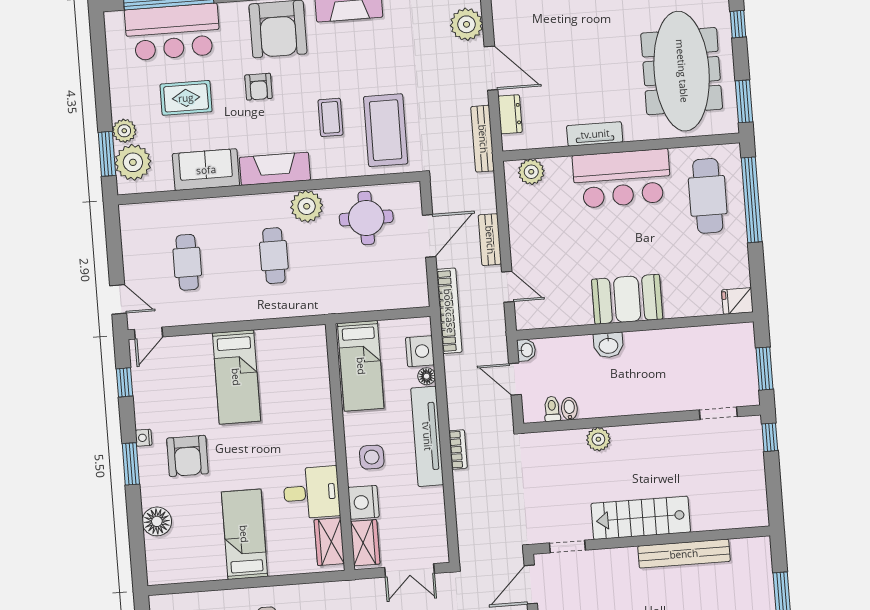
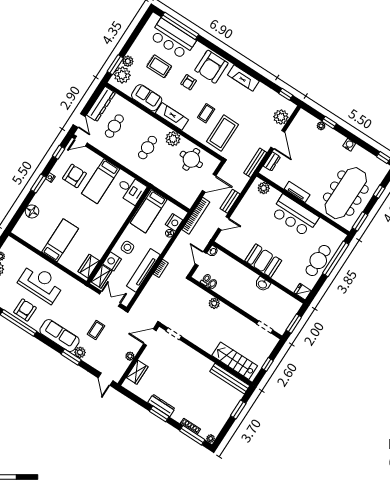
cafe table: (708, 196) -> (318, 261), moved
dresser: (134, 241) -> (101, 104), added
door: (508, 287) -> (224, 223), hinge flipped
washbasin: (608, 345) -> (263, 284), moved
tv unit: (427, 436) -> (143, 270), moved
window: (770, 437) -> (267, 364), moved
armchair: (187, 456) -> (74, 176), moved, turned 180
desk: (312, 493) -> (131, 190), moved
stairs: (641, 518) -> (235, 361), moved
bench: (684, 554) -> (230, 379), moved
double door: (410, 570) -> (110, 299), swing flipped

